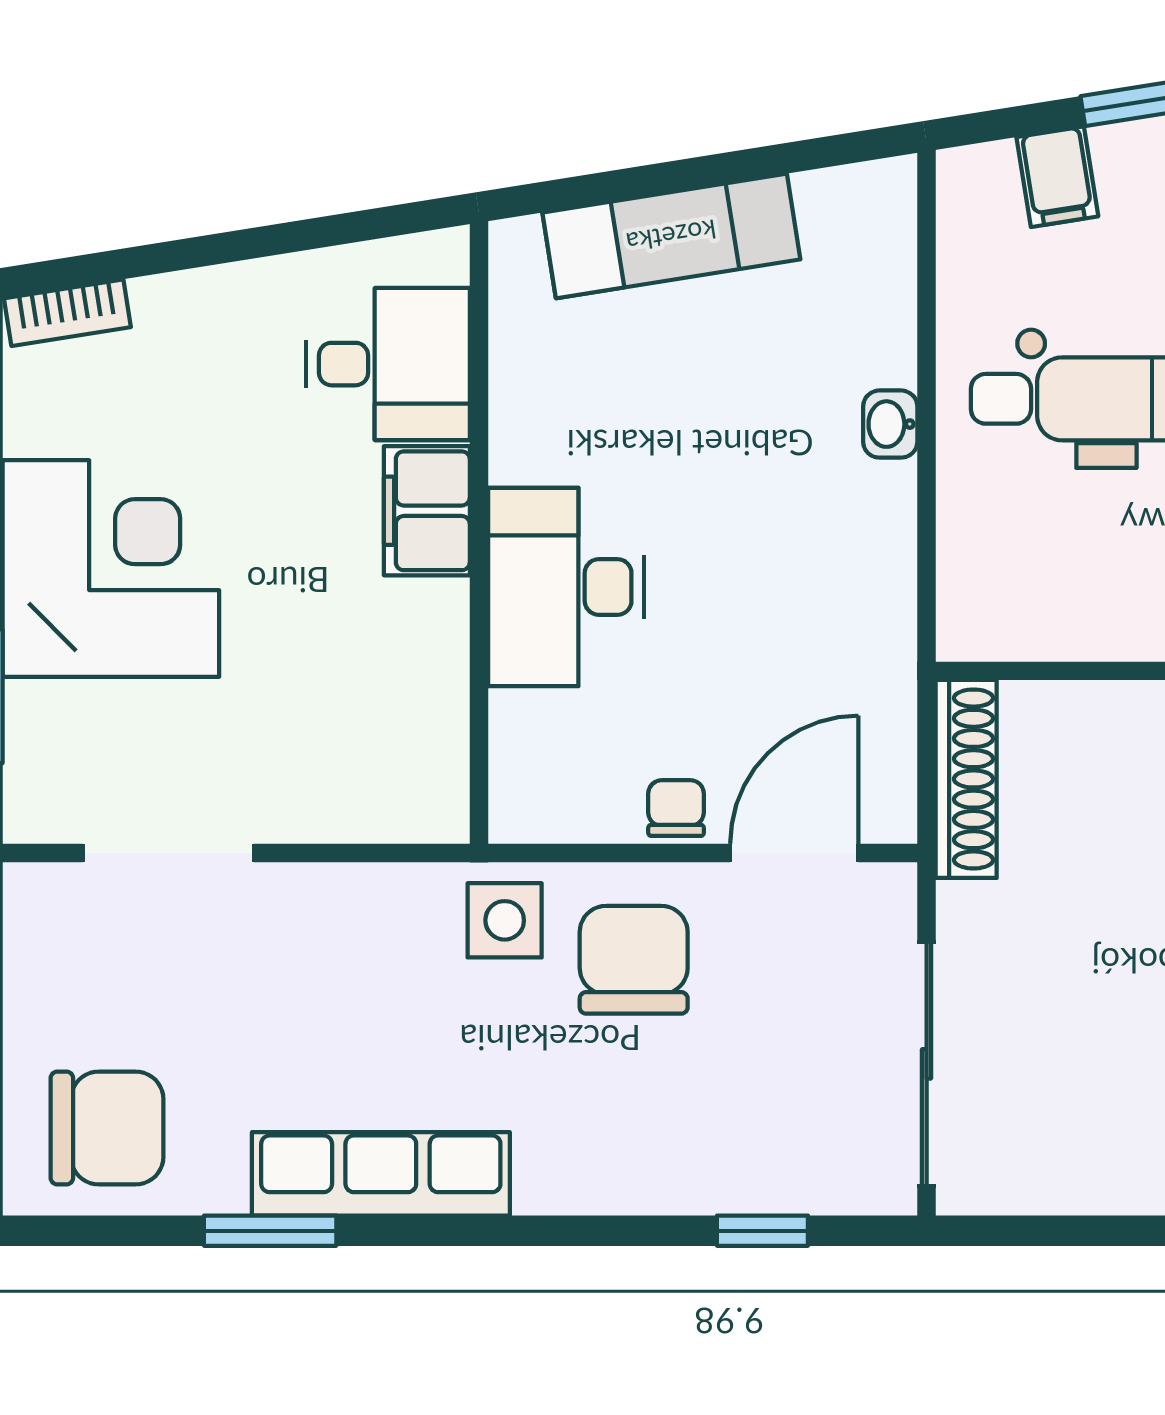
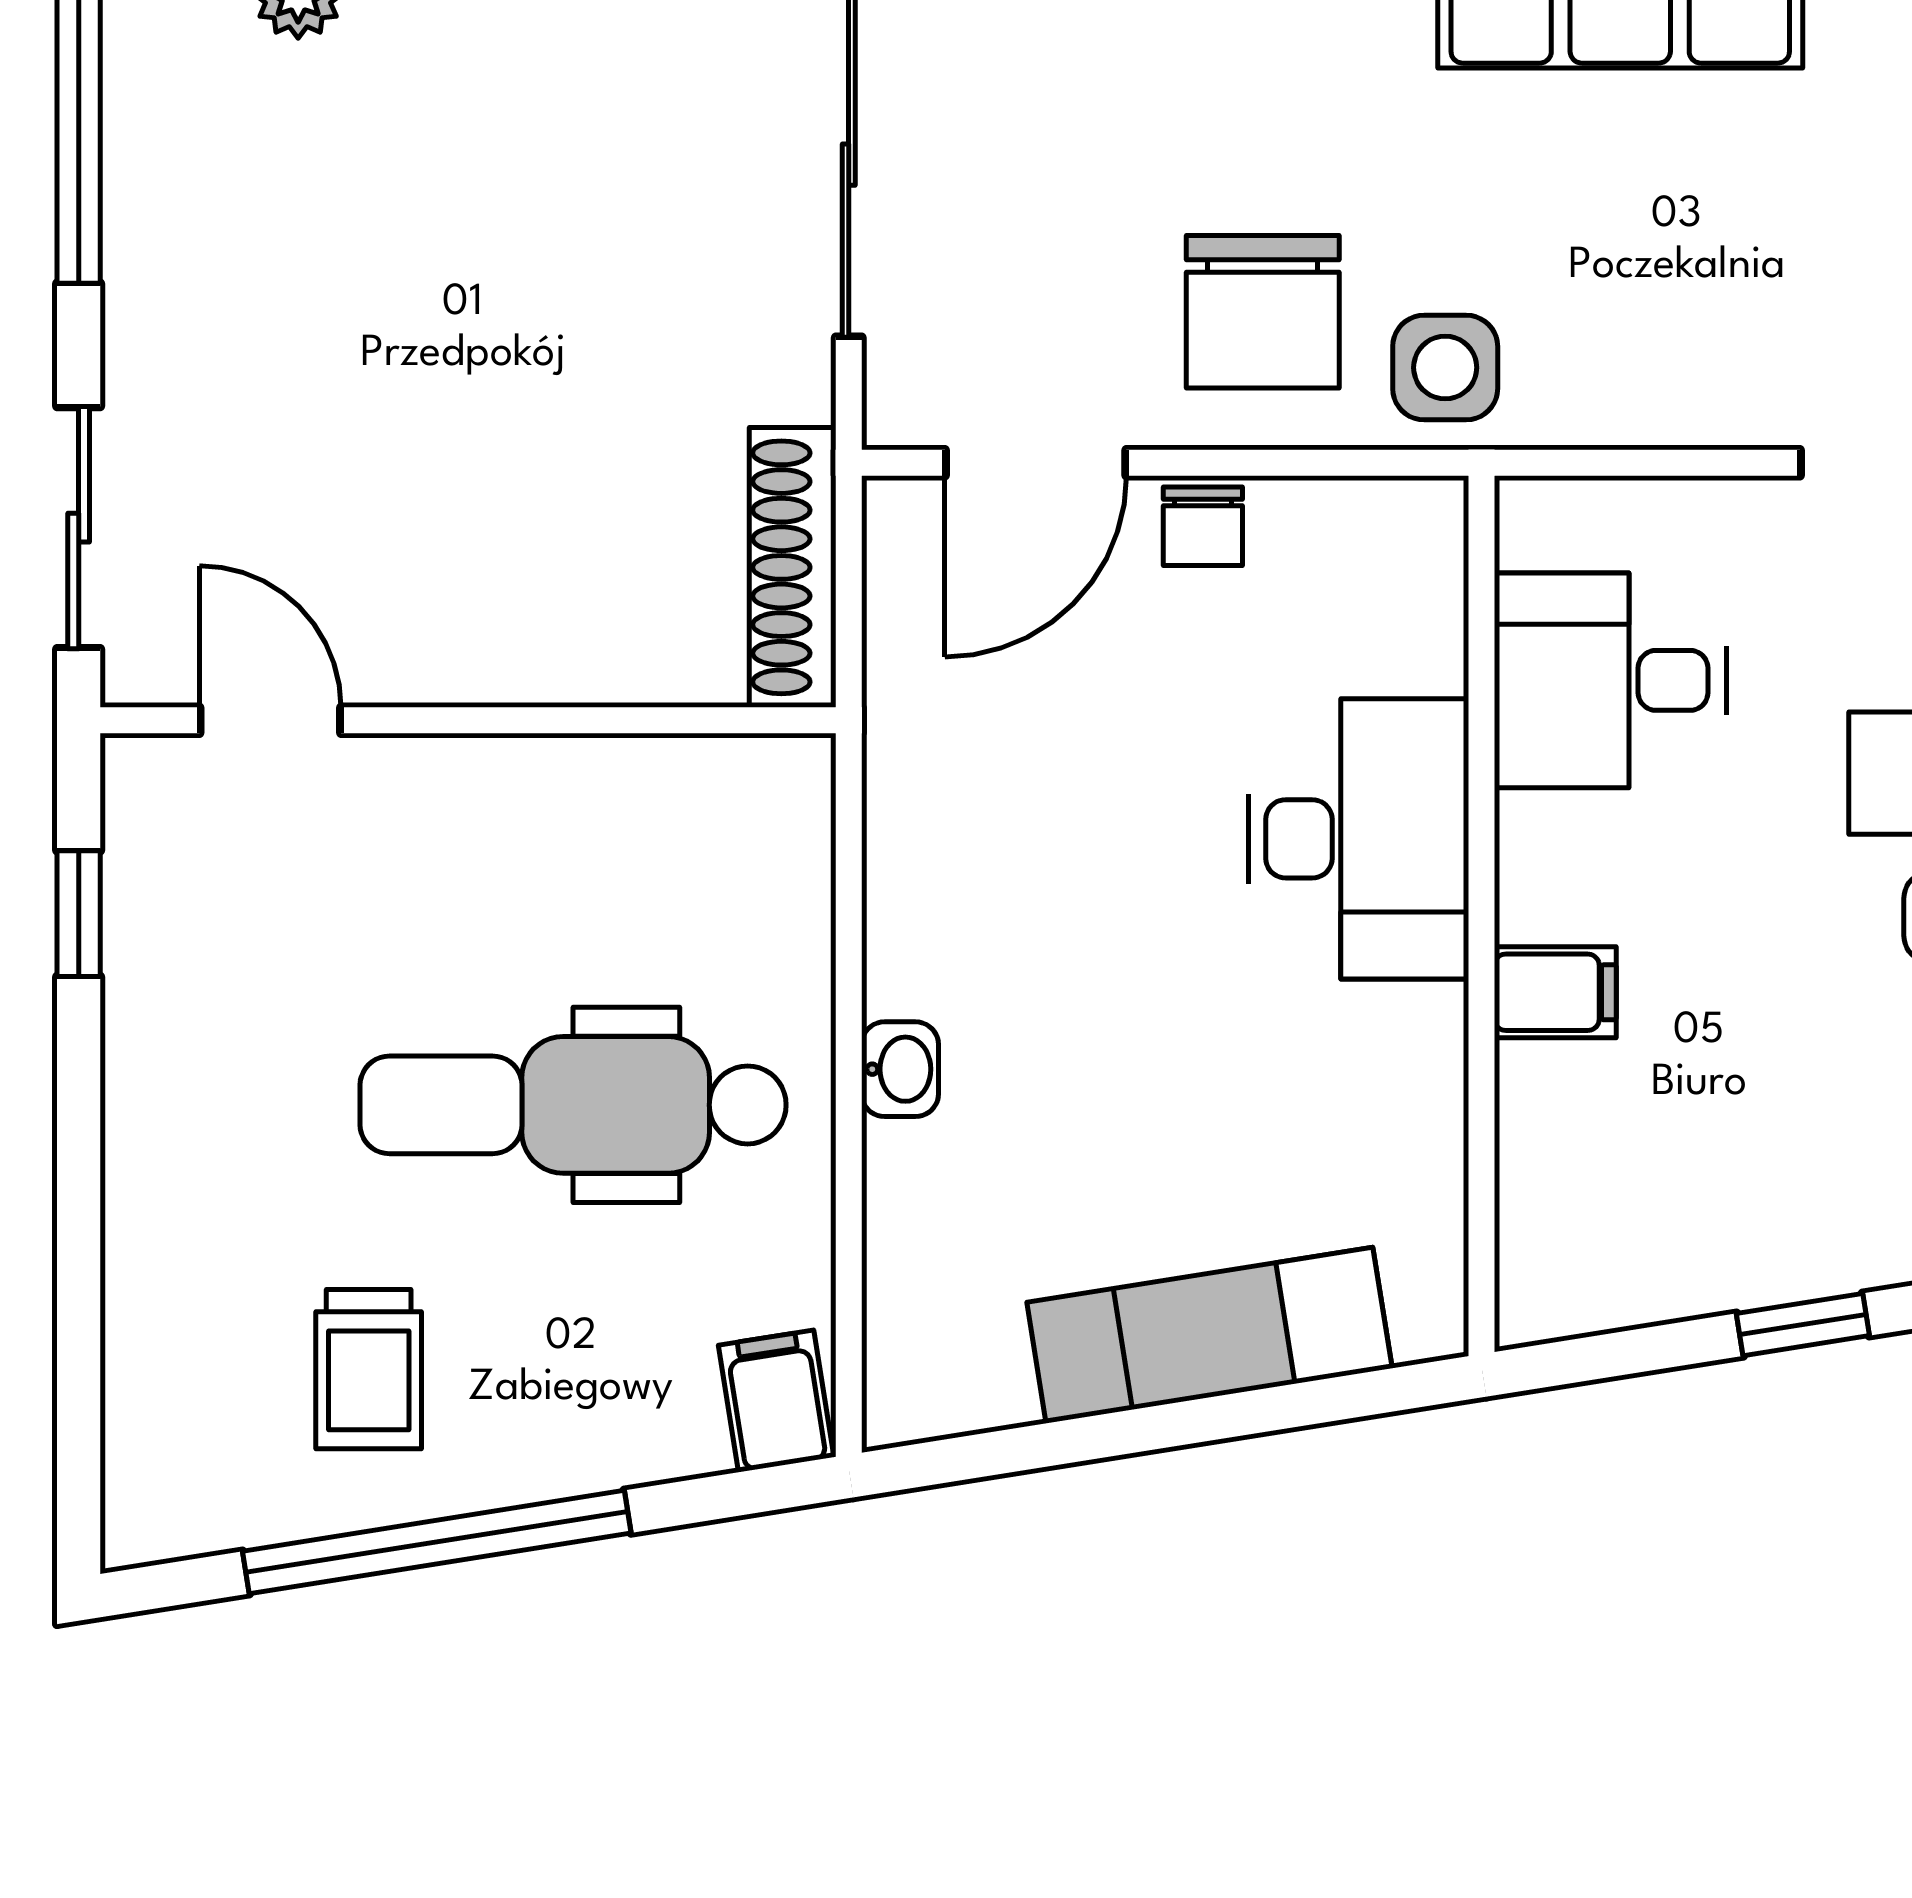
filing cabinet: (1057, 177) -> (776, 1401), moved
window: (252, 243) -> (1803, 1325), added
desk: (388, 364) -> (1610, 680), moved
filing cabinet: (427, 511) -> (1555, 992), width x0.50

